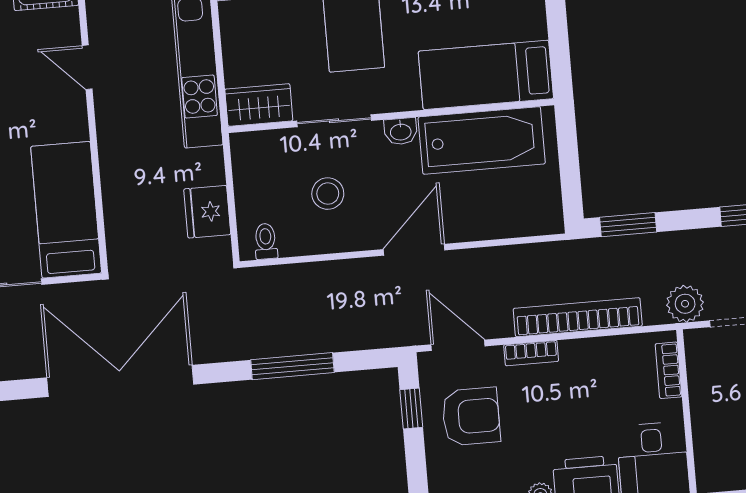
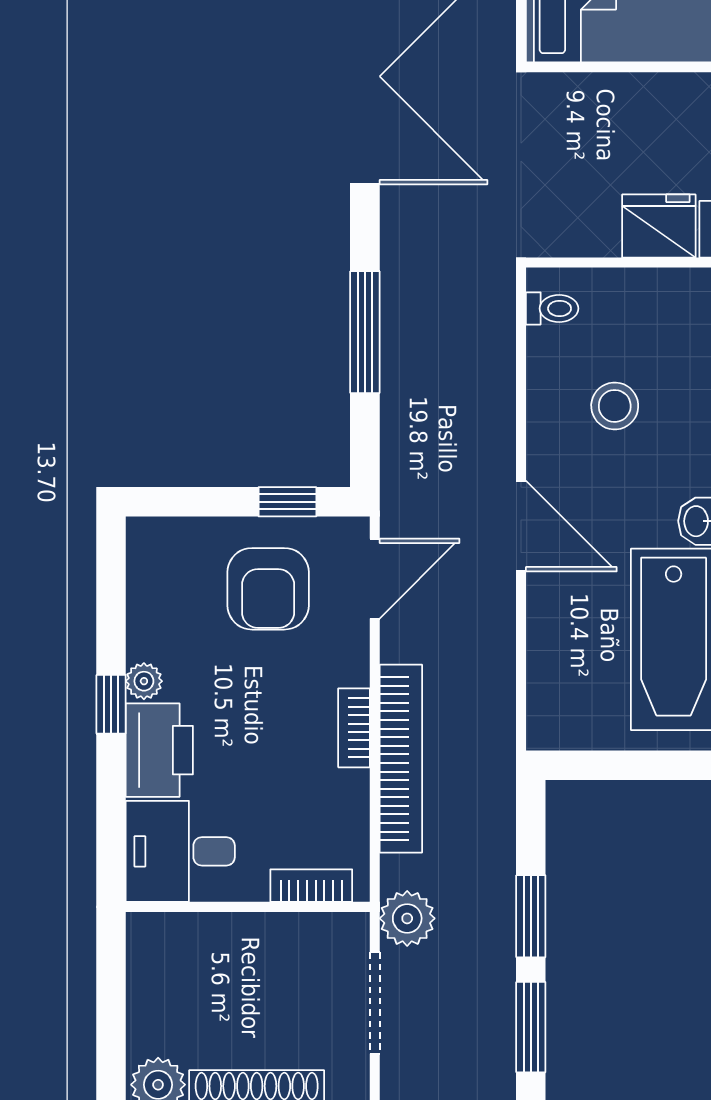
fridge: (207, 212) -> (659, 226), moved
window: (628, 225) -> (531, 916), moved
bookcase: (531, 353) -> (354, 728), moved

